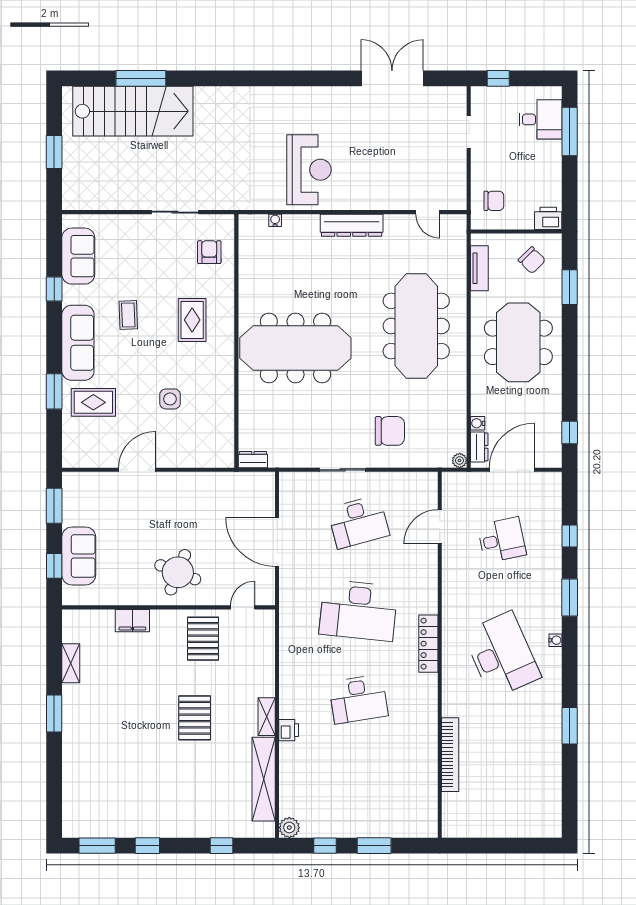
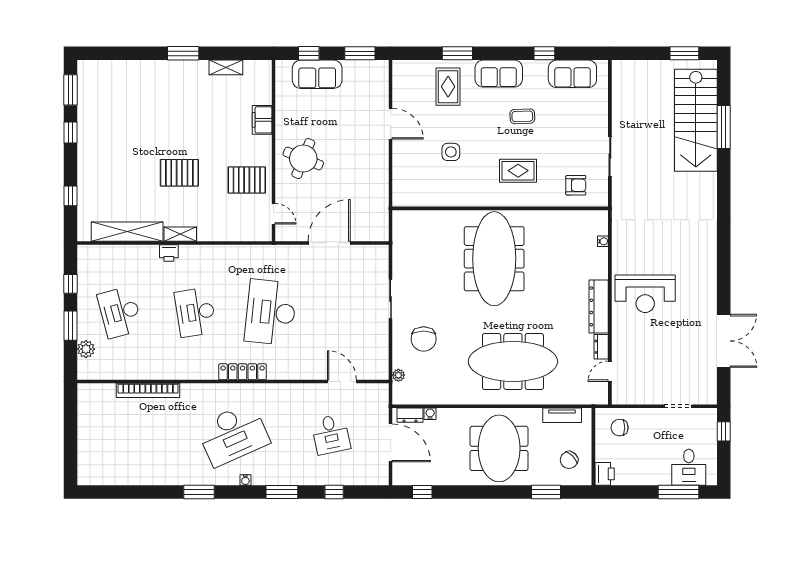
window: (54, 152) -> (684, 53), moved
reception desk: (309, 170) -> (645, 294), moved
chair: (494, 201) -> (620, 428), turned 90
meeting table: (518, 342) -> (499, 448), turned 90
sofa: (78, 343) -> (499, 74), width x0.73
dresser: (253, 460) -> (601, 347), moved, turned 180
plant: (460, 460) -> (398, 375), moved
desk: (358, 522) -> (120, 312), moved
window: (570, 726) -> (199, 492), moved
plant: (289, 828) -> (86, 349), moved

